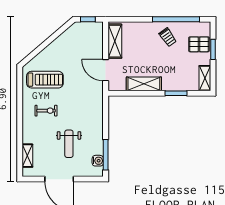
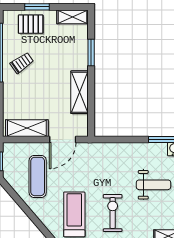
pallet: (199, 44) -> (31, 24), turned 90
exercise mat: (76, 50) -> (38, 176), added
exercise bike: (46, 111) -> (113, 213), width x1.38, depth x1.39

